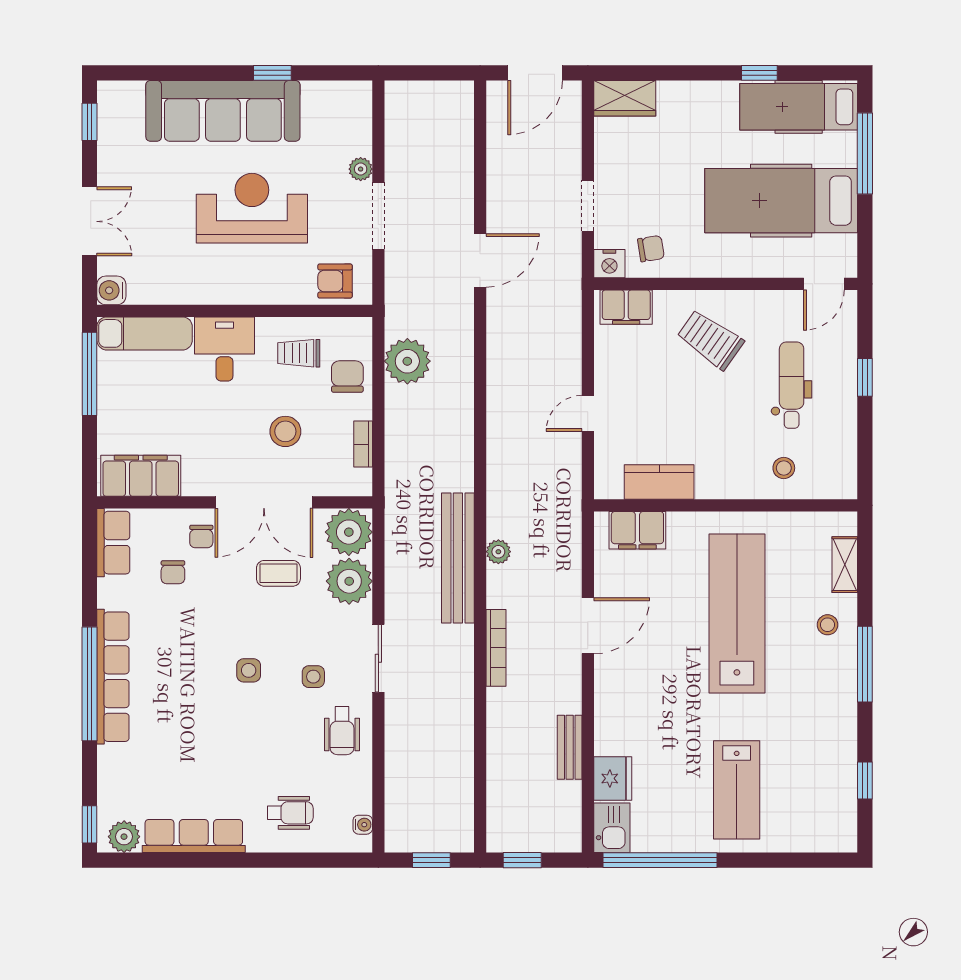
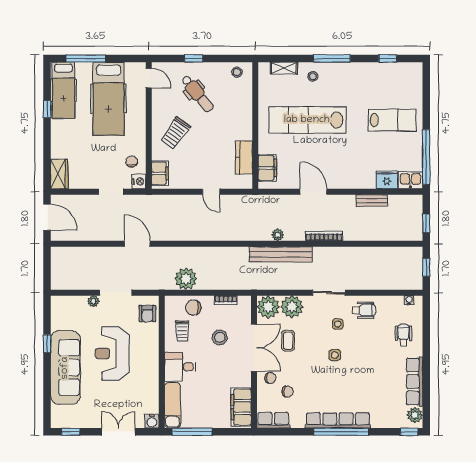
dental chair: (792, 385) -> (197, 94), turned -129
stool: (784, 468) -> (237, 72), moved

